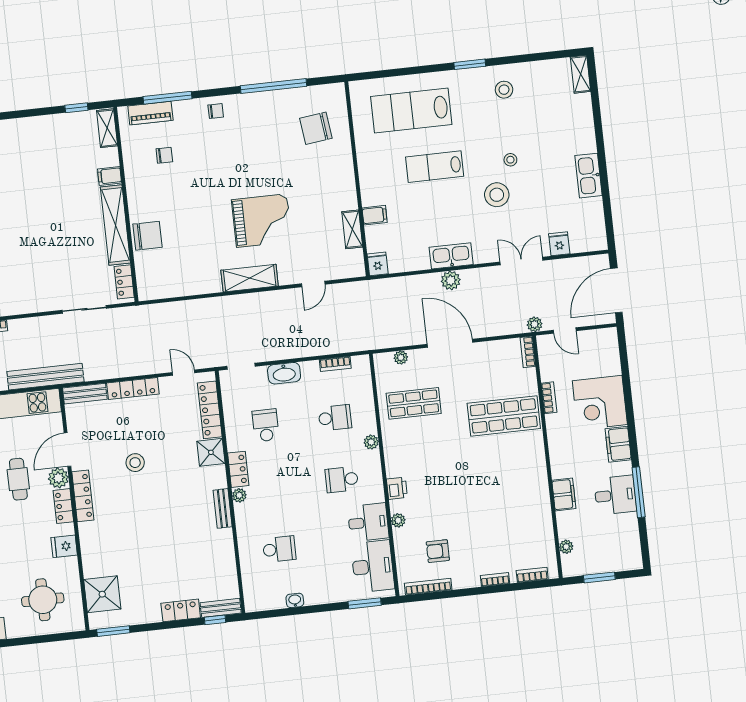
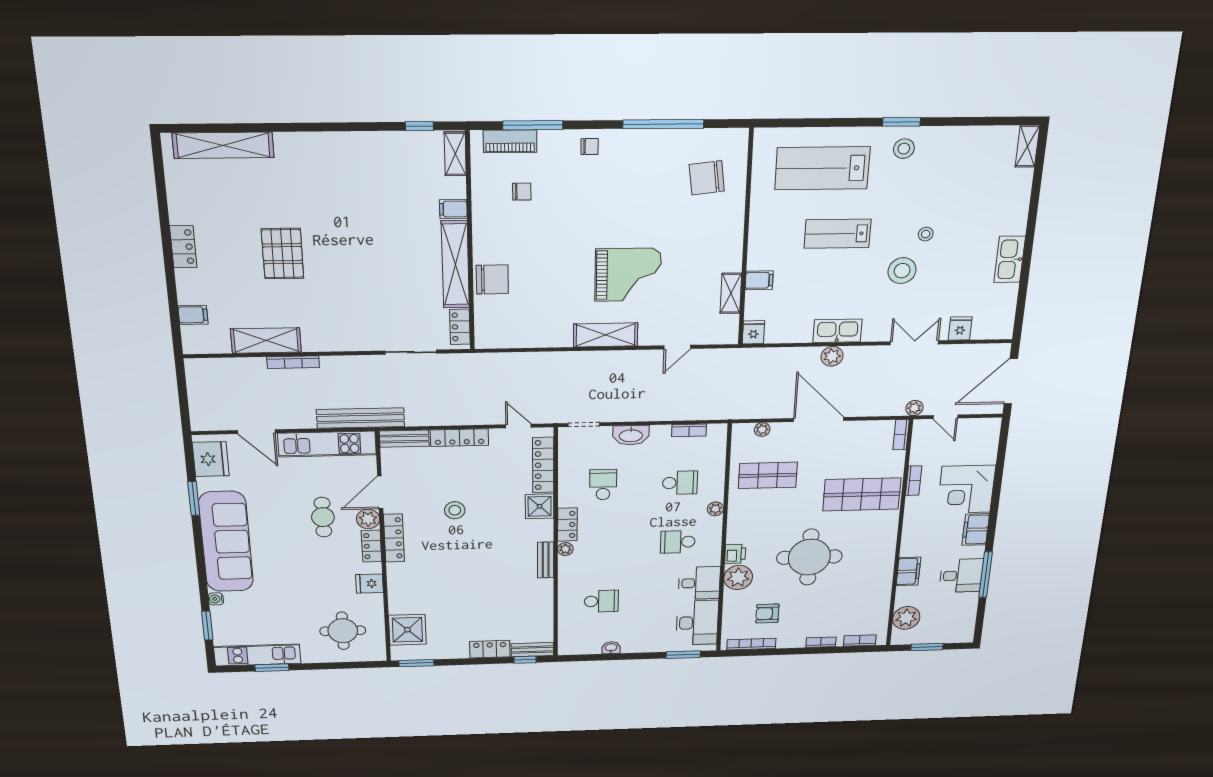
stool: (504, 90) -> (904, 149), moved
round table: (467, 486) -> (809, 557), added
plant: (398, 520) -> (738, 577), width x1.88, depth x1.88
plant: (566, 547) -> (906, 618), width x1.87, depth x1.87

